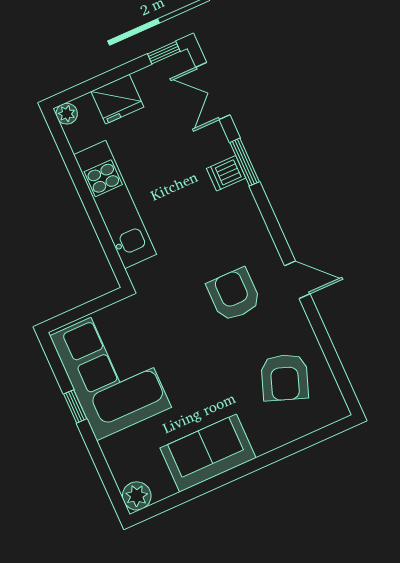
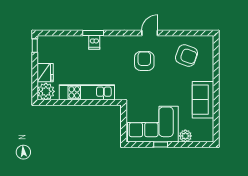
double door: (213, 91) -> (59, 33), removed
plant: (67, 114) -> (46, 91), width x1.88, depth x1.88
armchair: (234, 295) -> (144, 61), turned 90
plant: (137, 496) -> (185, 136), moved

